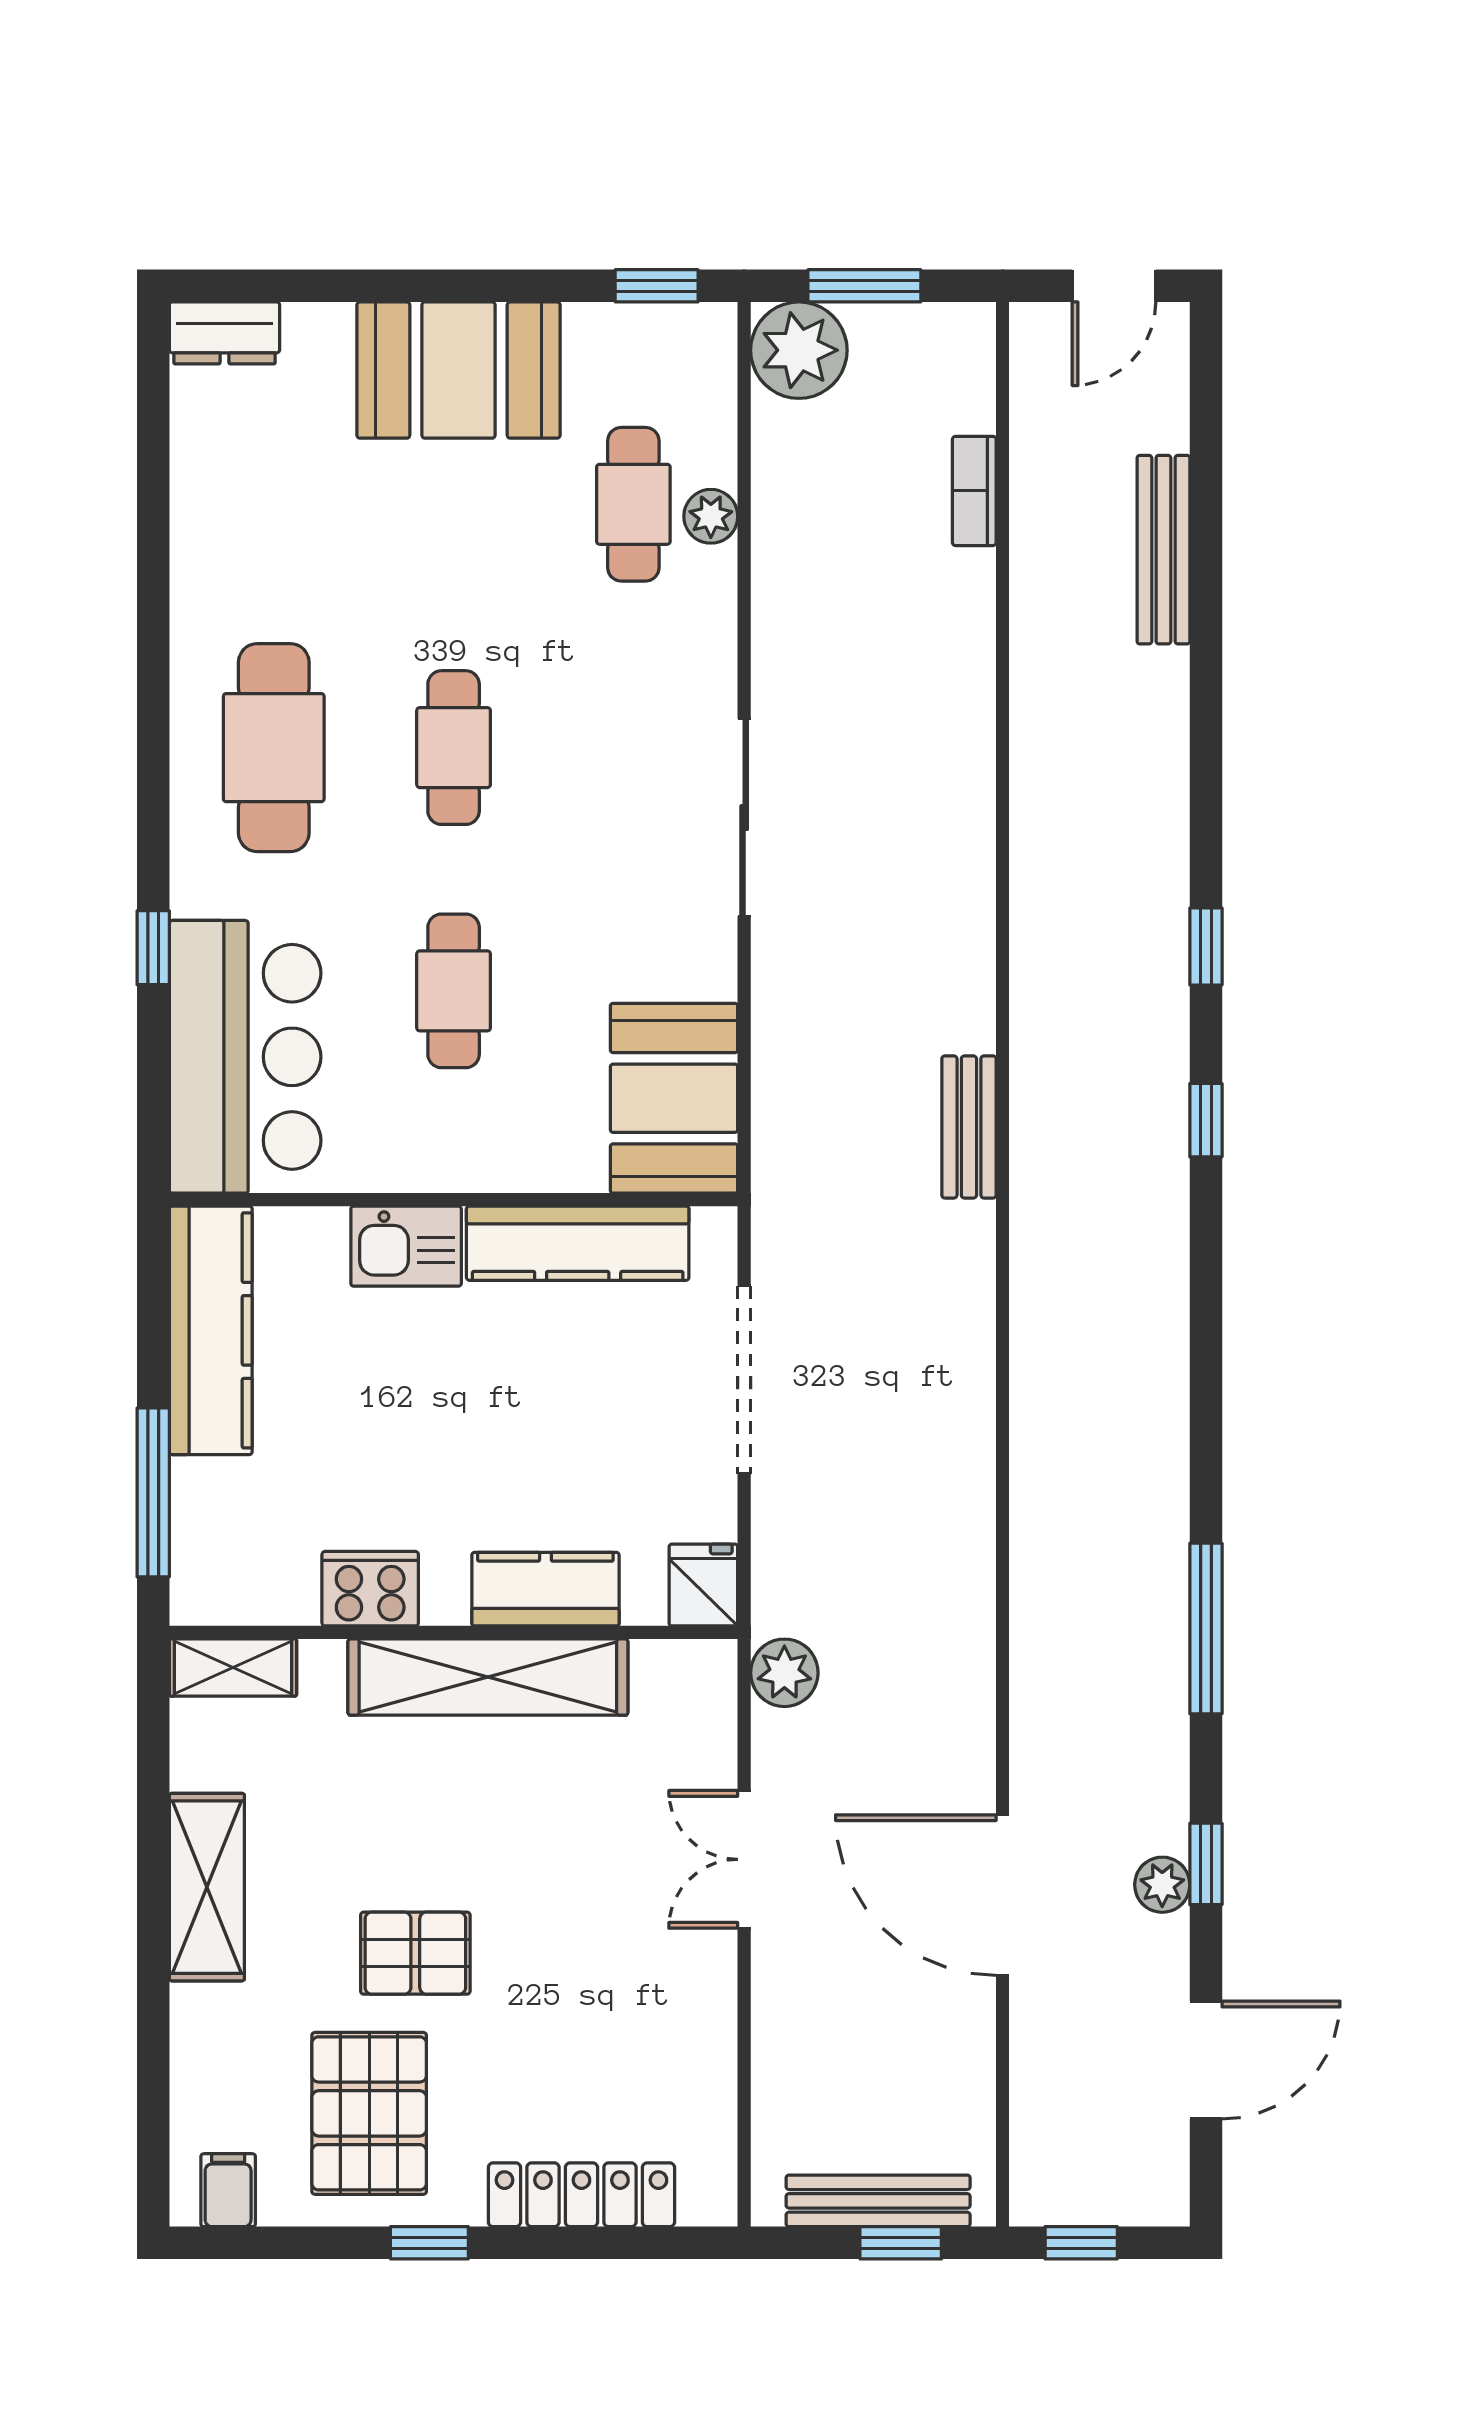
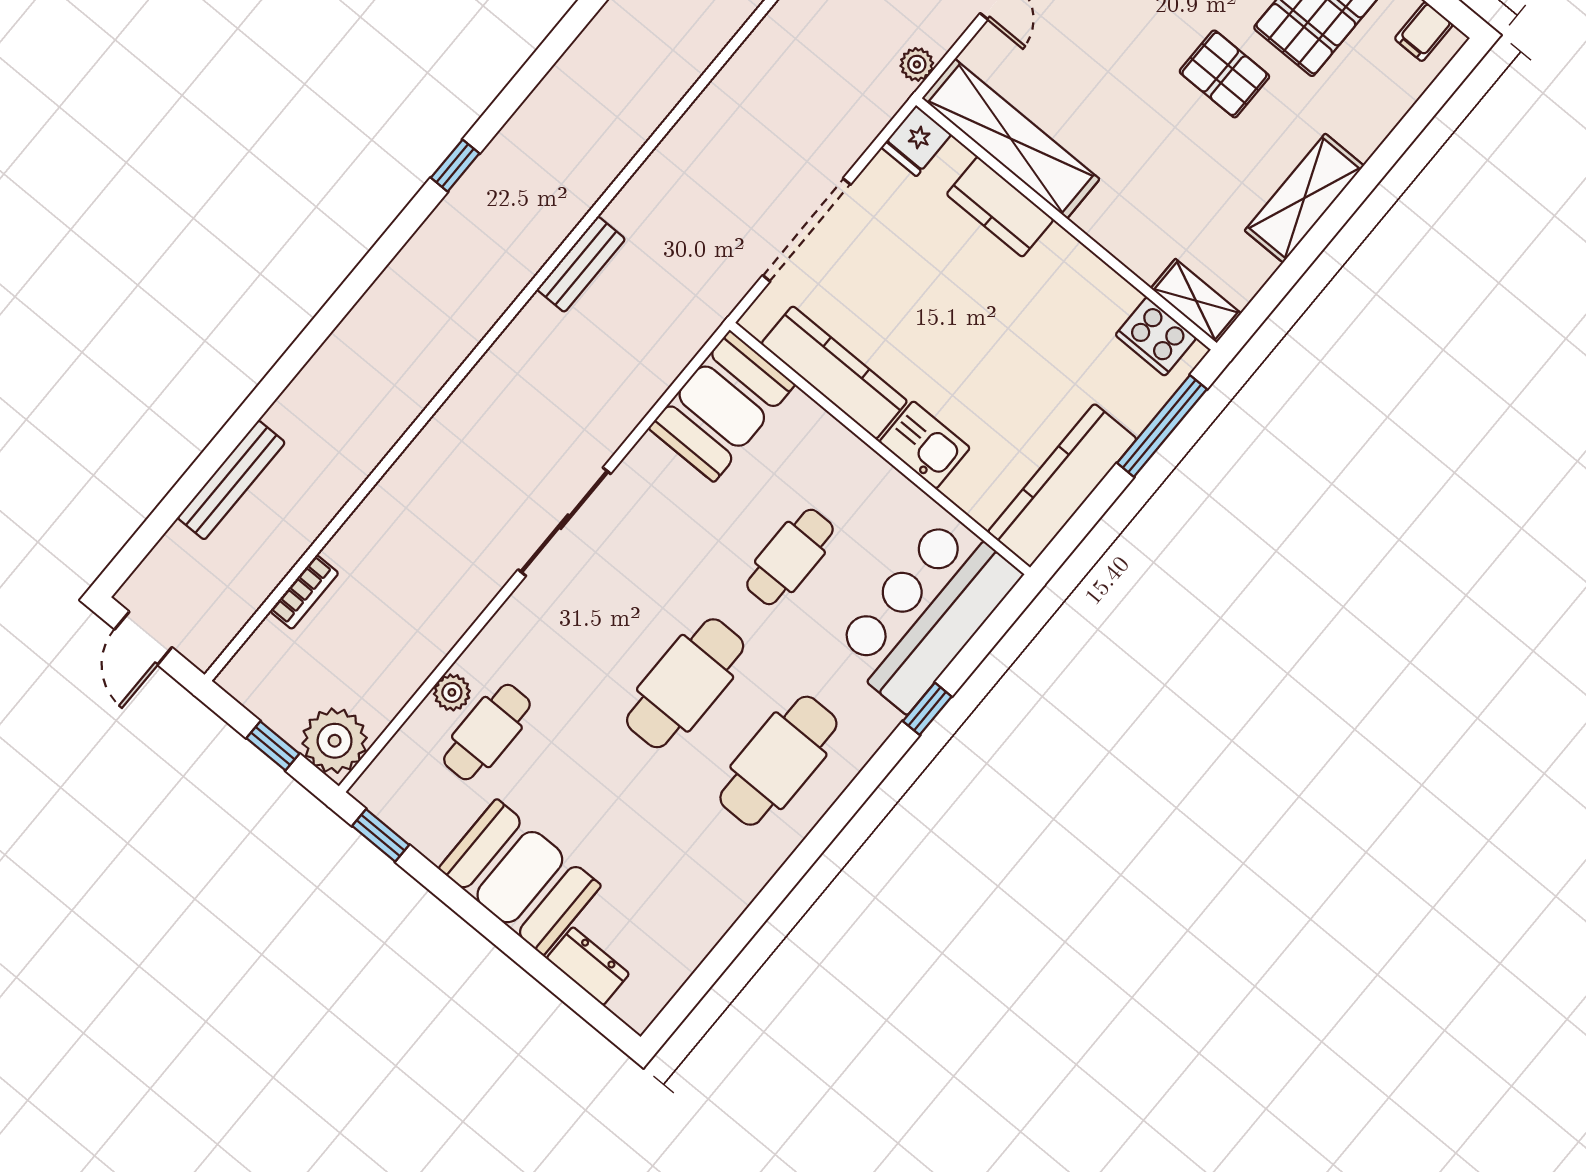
window: (864, 286) -> (273, 746), width x0.67
door: (1114, 286) -> (143, 638), swing flipped
dresser: (224, 333) -> (588, 966), moved
cafe table: (454, 748) -> (685, 683), width x1.37, depth x1.35
window: (1206, 947) -> (380, 256), removed
cooker: (370, 1589) -> (1156, 337), moved
plant: (784, 1673) -> (917, 64), width x0.73, depth x0.73
shelving: (488, 1677) -> (1011, 139), moved

